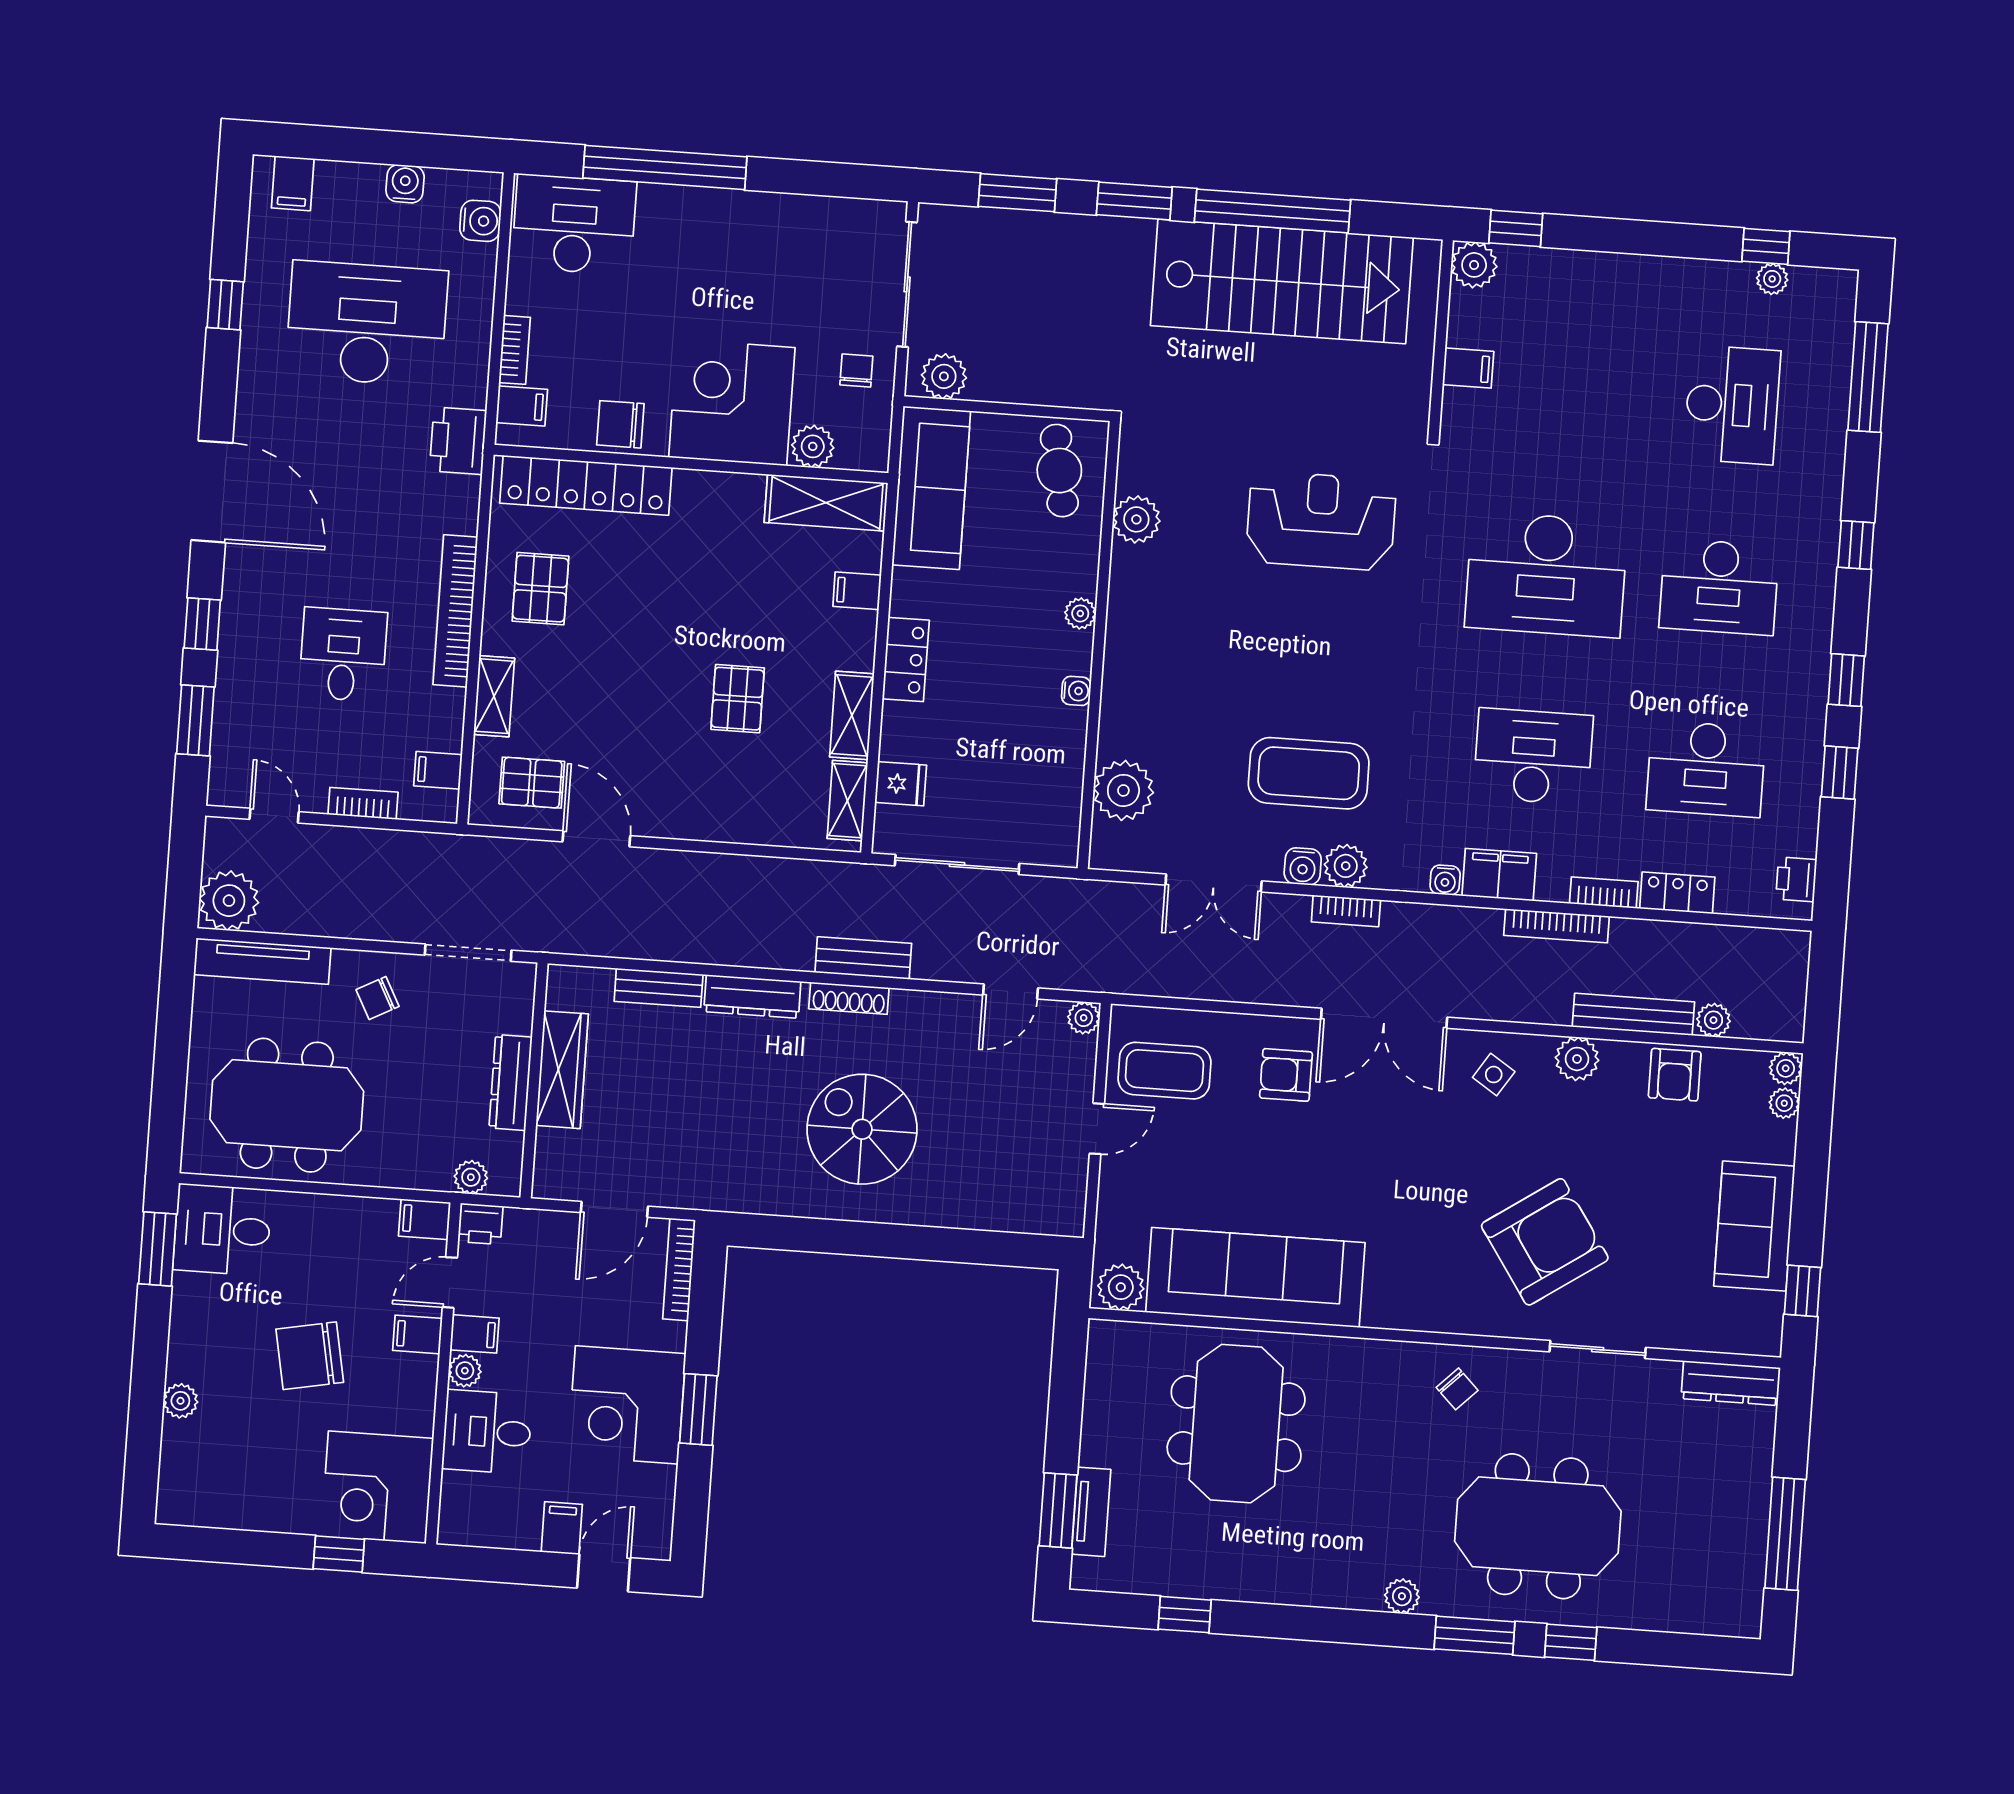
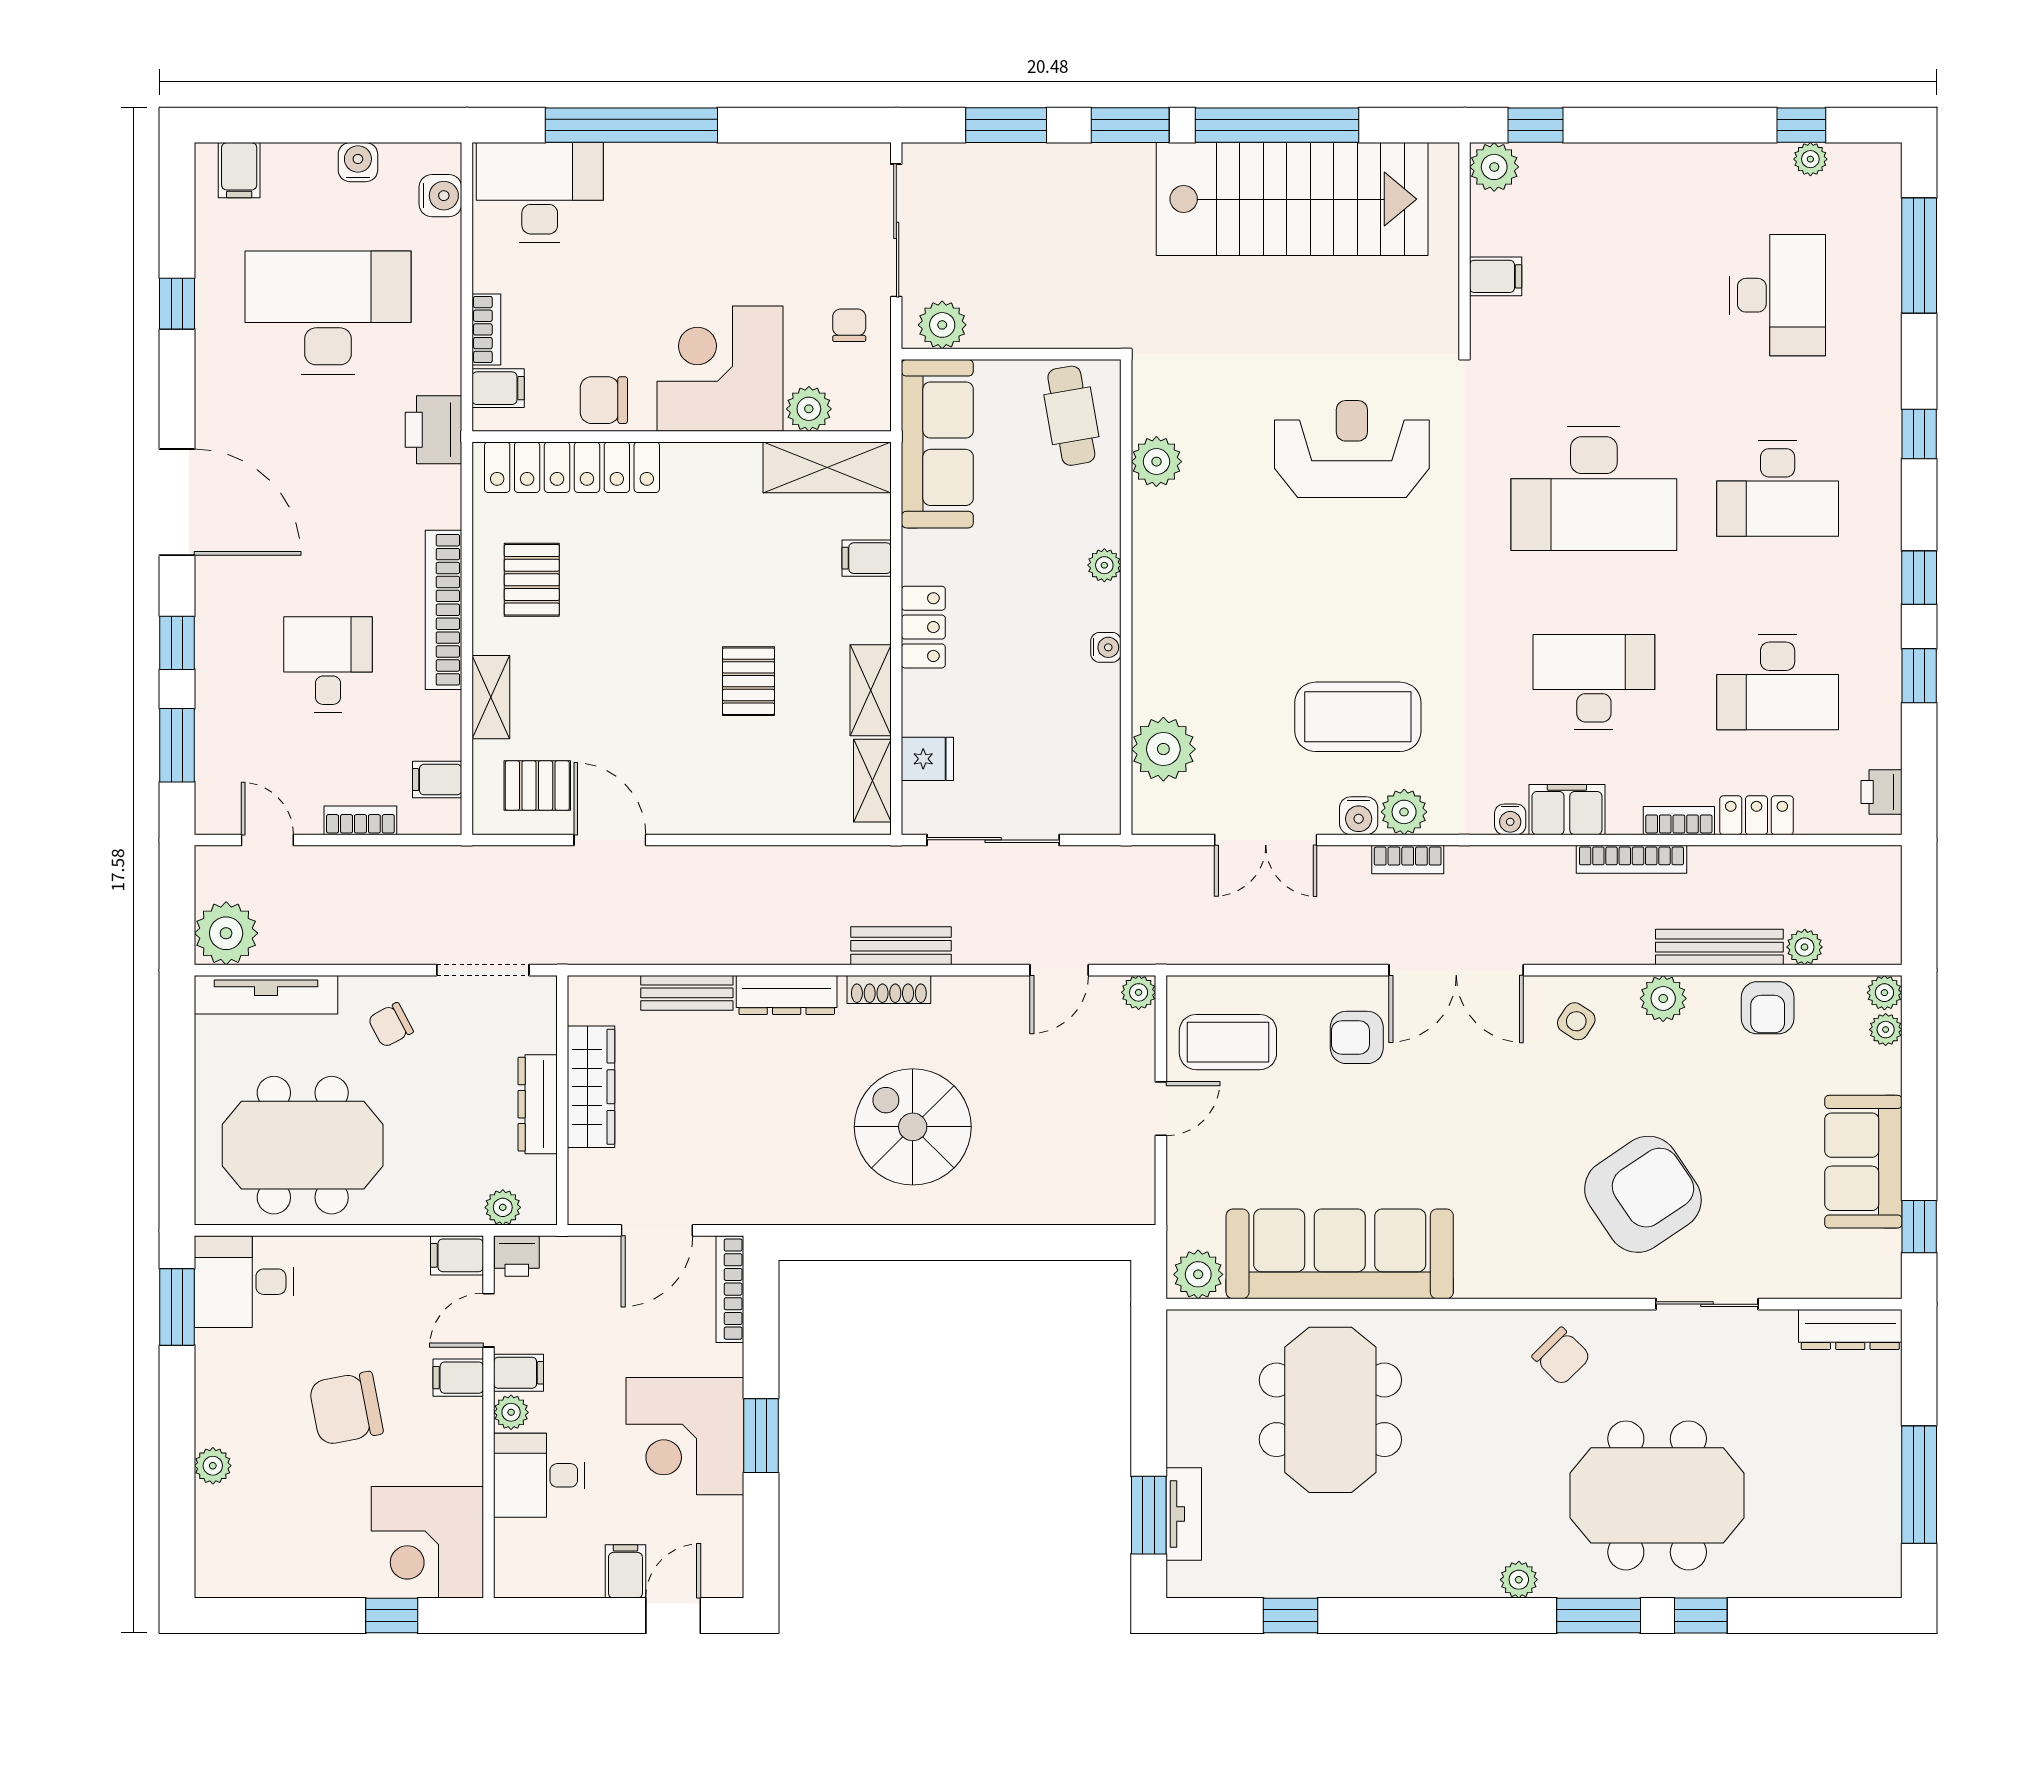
chair: (1457, 1389) -> (1561, 1356), width x1.37, depth x1.37

